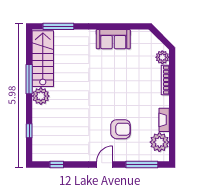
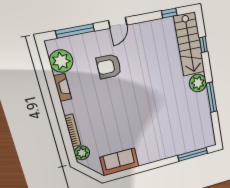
sofa: (113, 39) -> (119, 162), moved
stairs: (43, 59) -> (189, 44), moved

